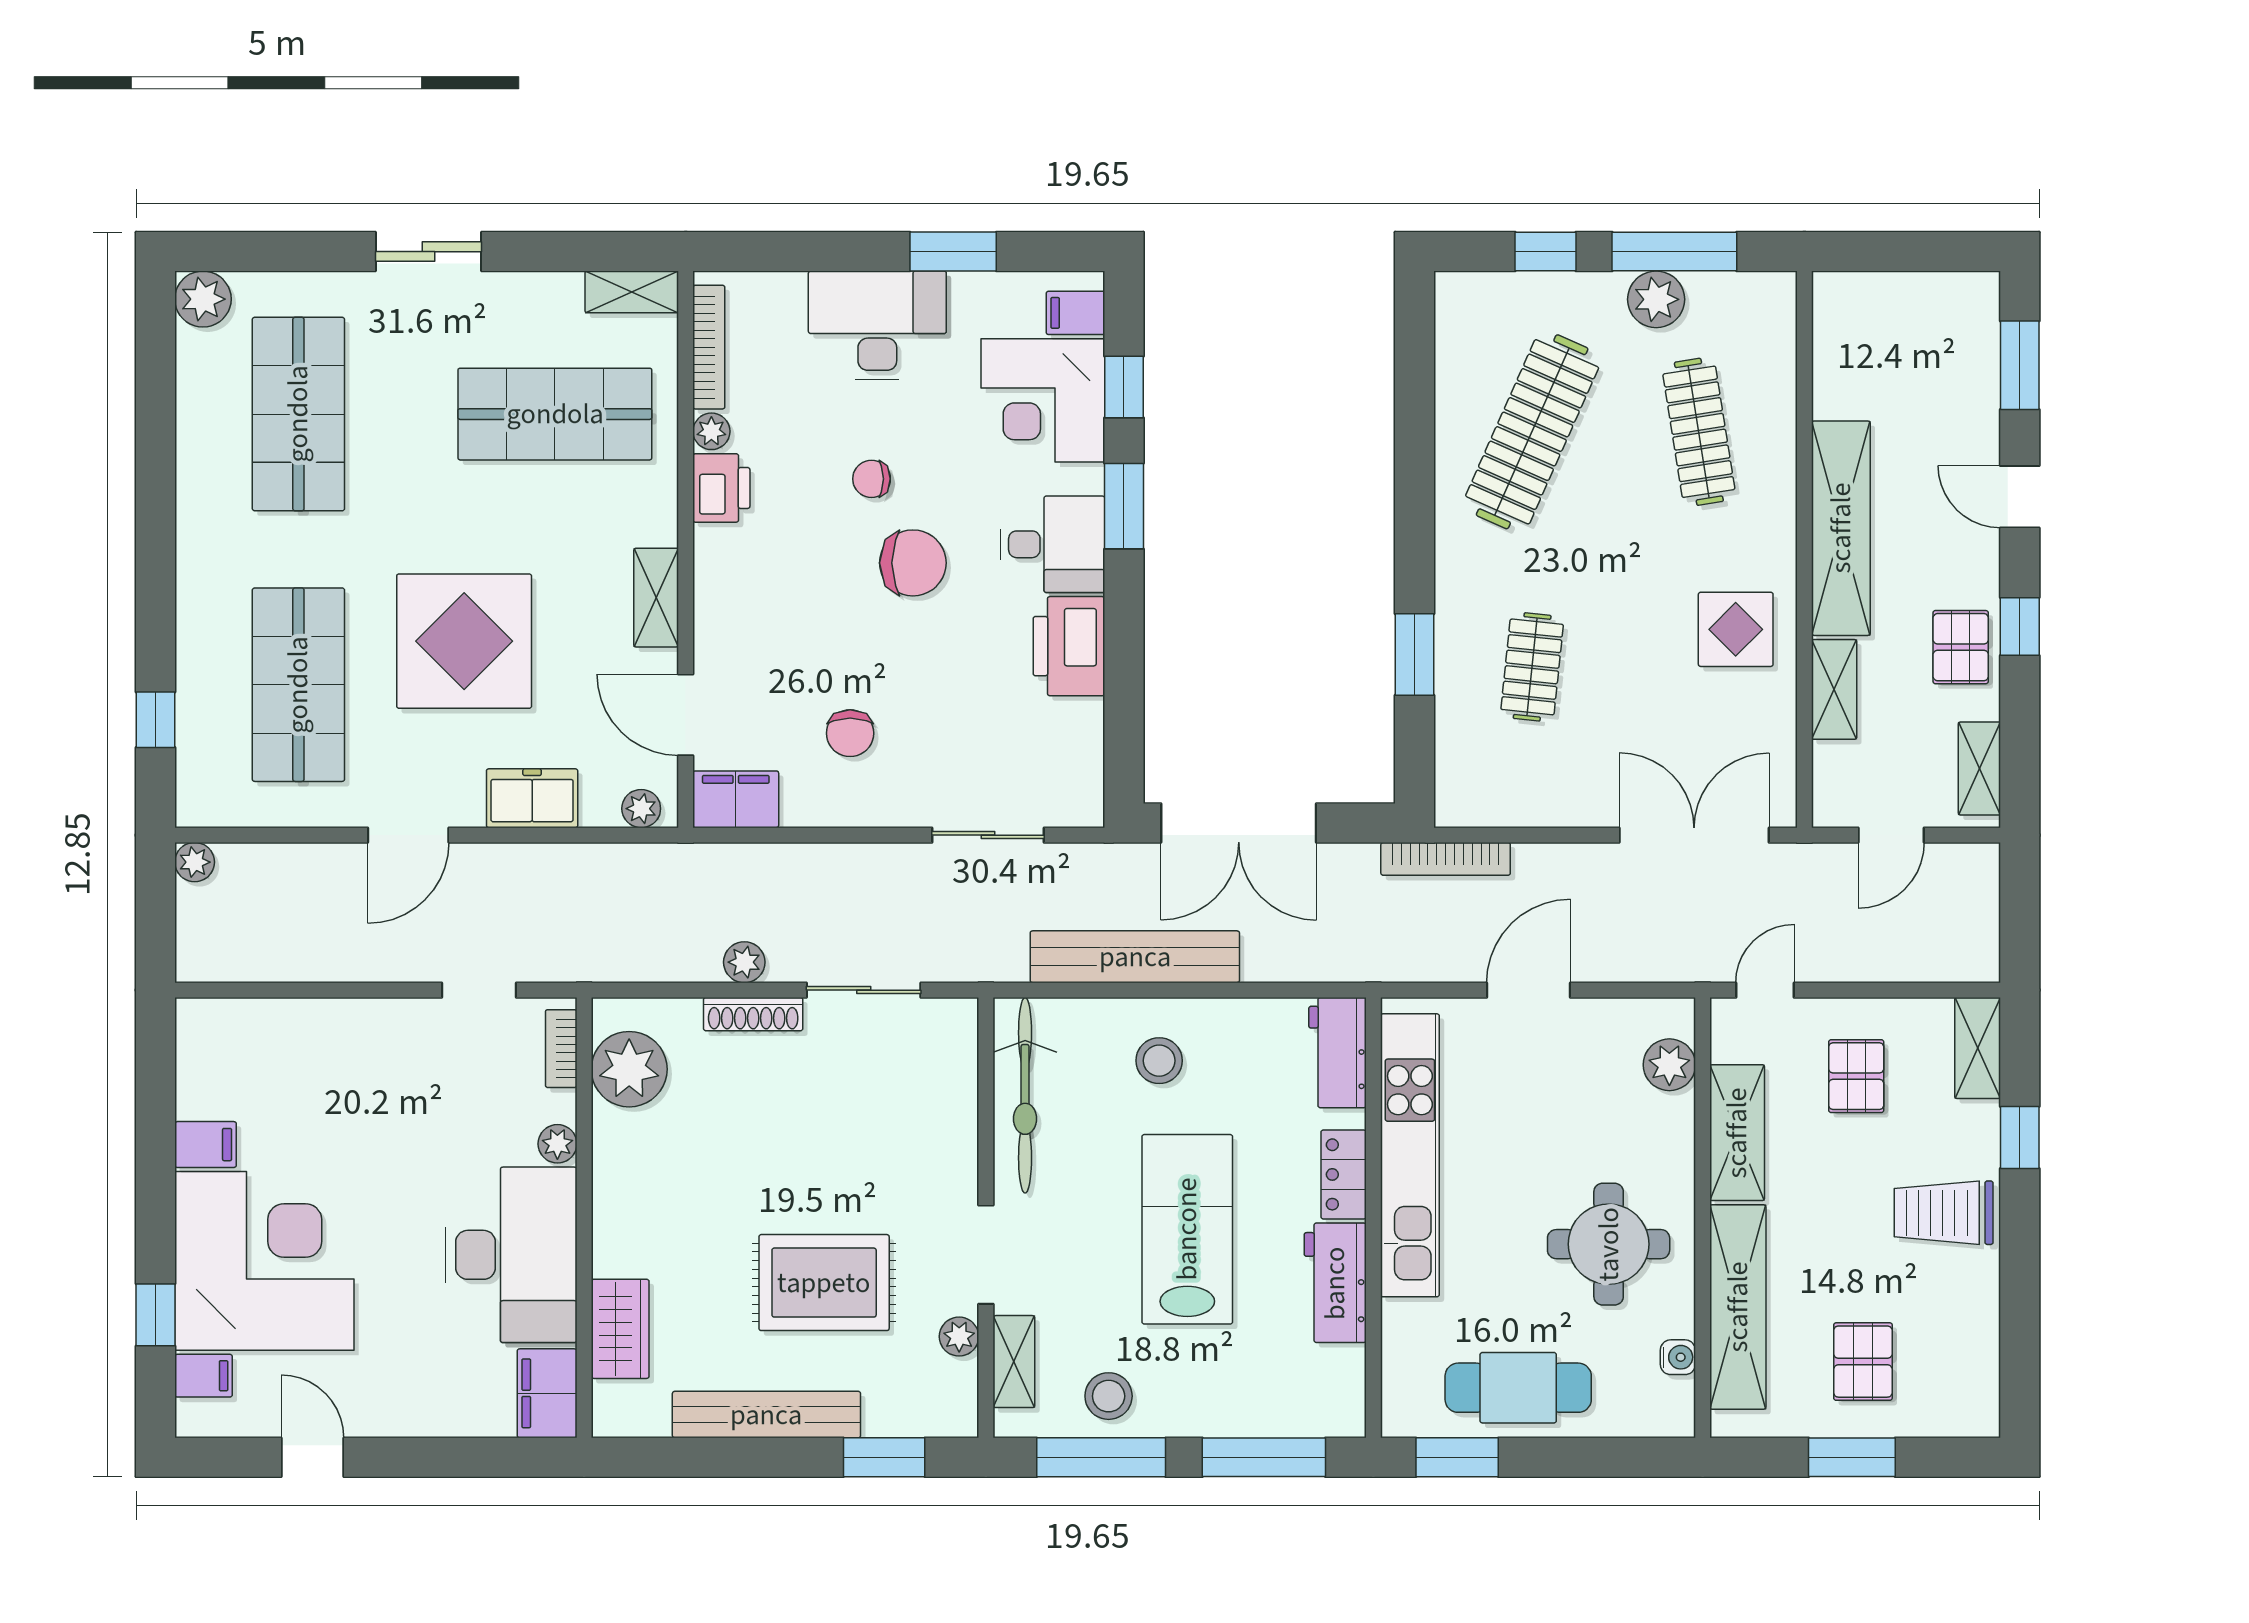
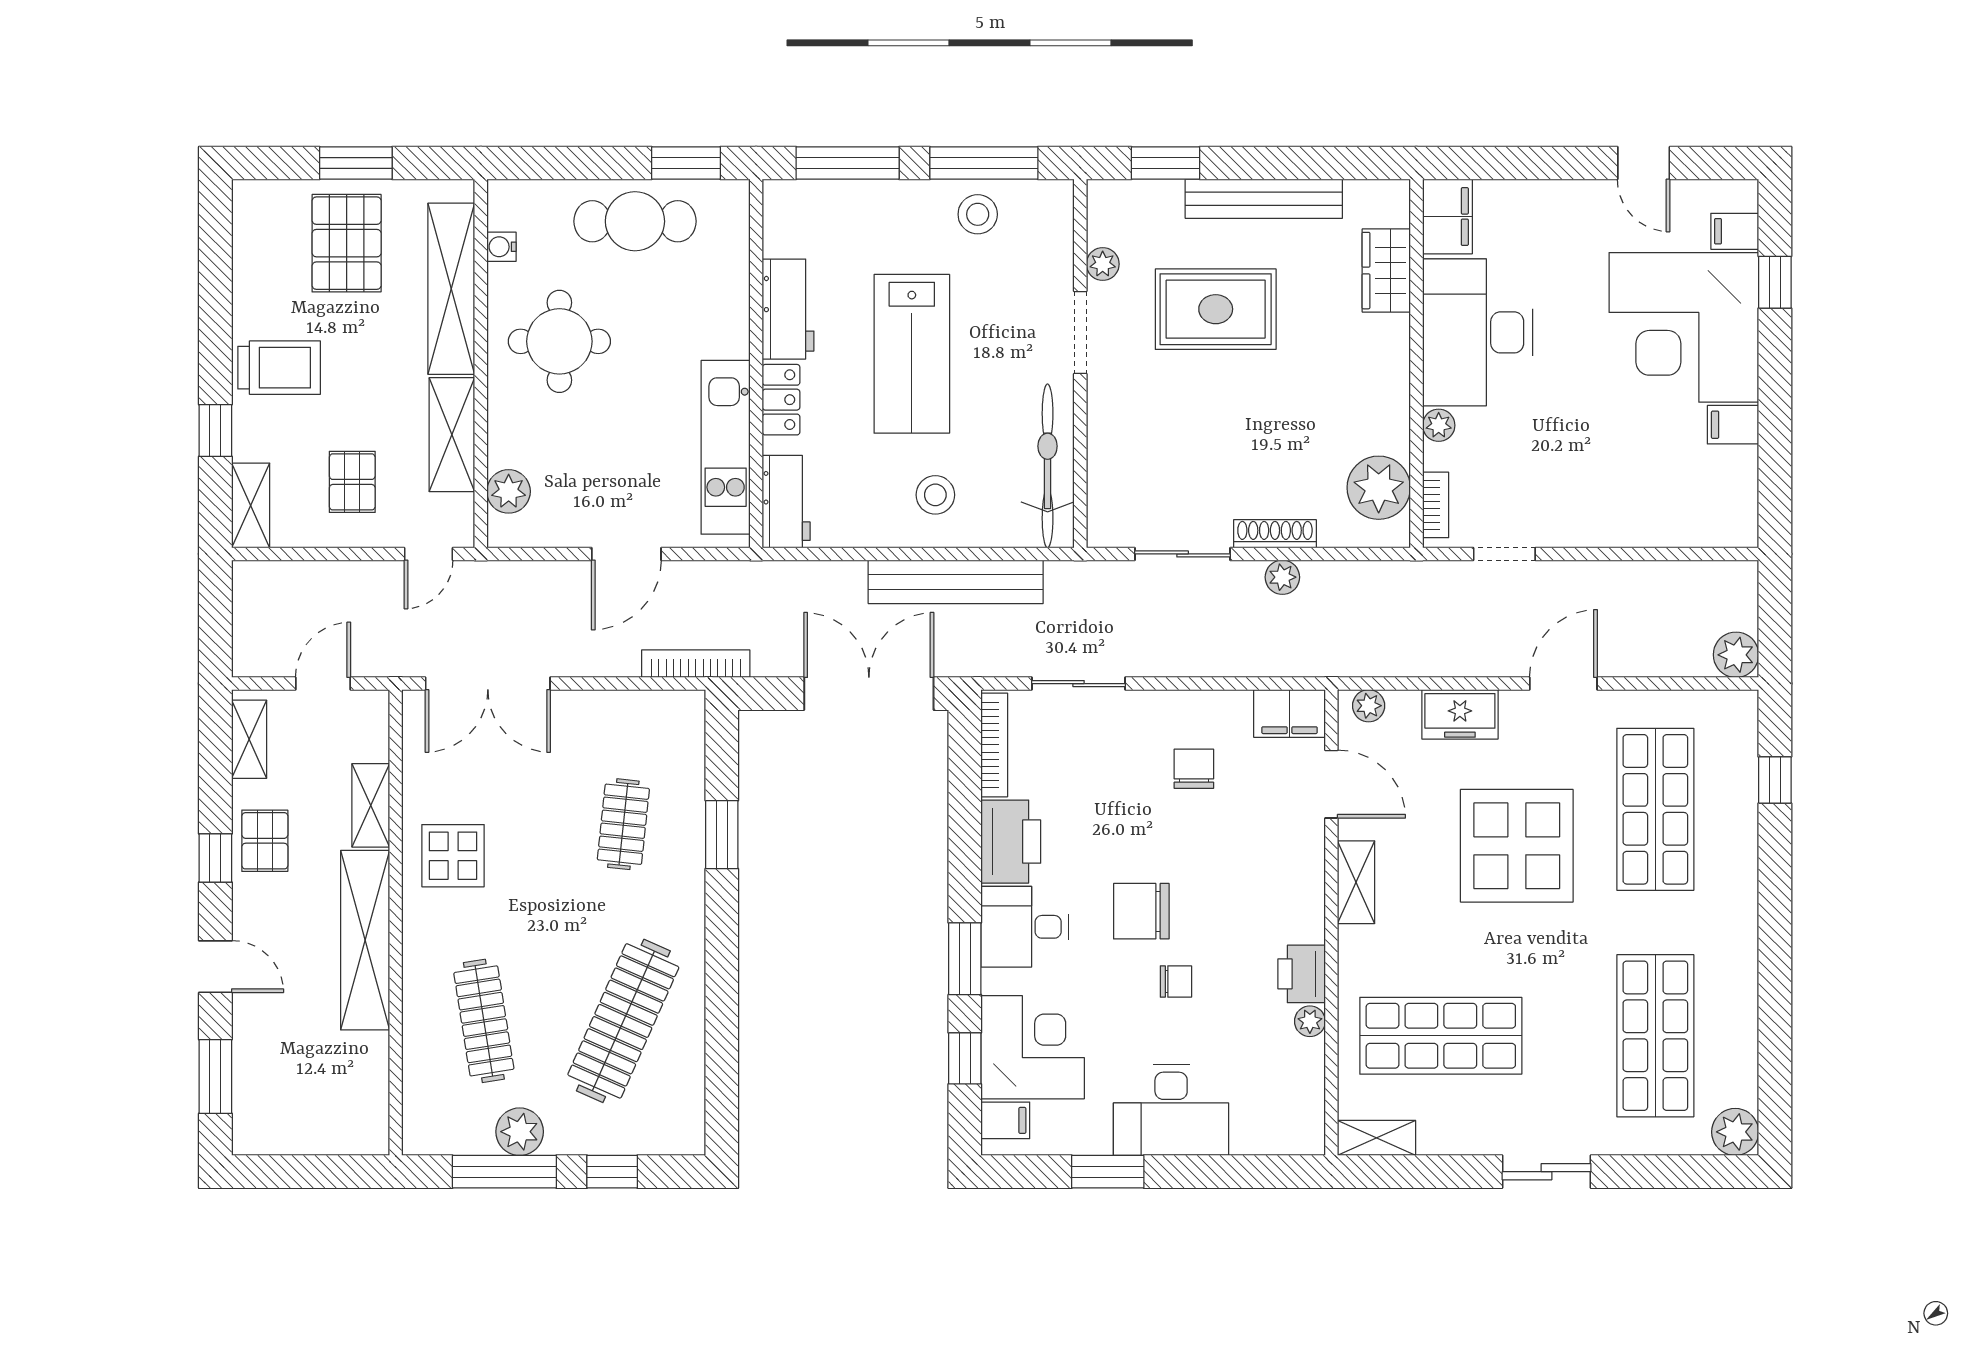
bookcase: (709, 347) -> (994, 745), moved, turned 180
plant: (195, 862) -> (1736, 655), width x1.38, depth x1.38
kitchen unit: (1410, 1155) -> (726, 447), width x0.73
shelving: (1014, 1362) -> (1057, 243), removed
pallet: (1863, 1362) -> (347, 243), width x1.50, depth x1.42

